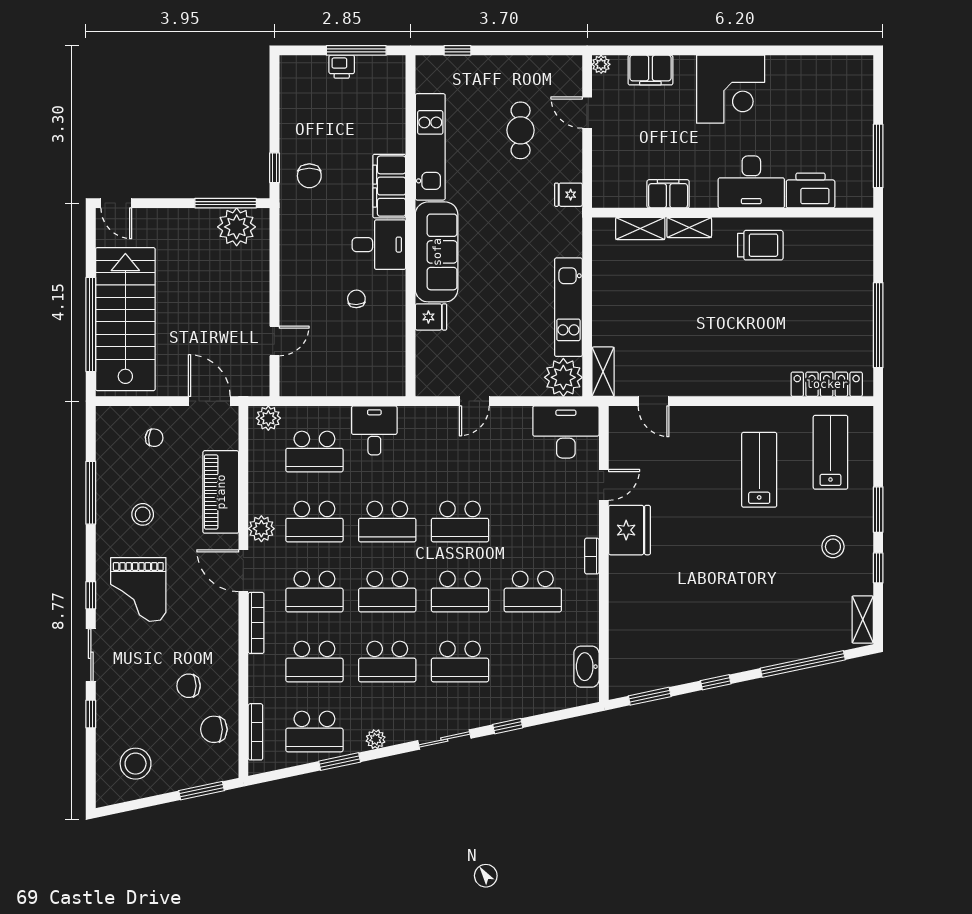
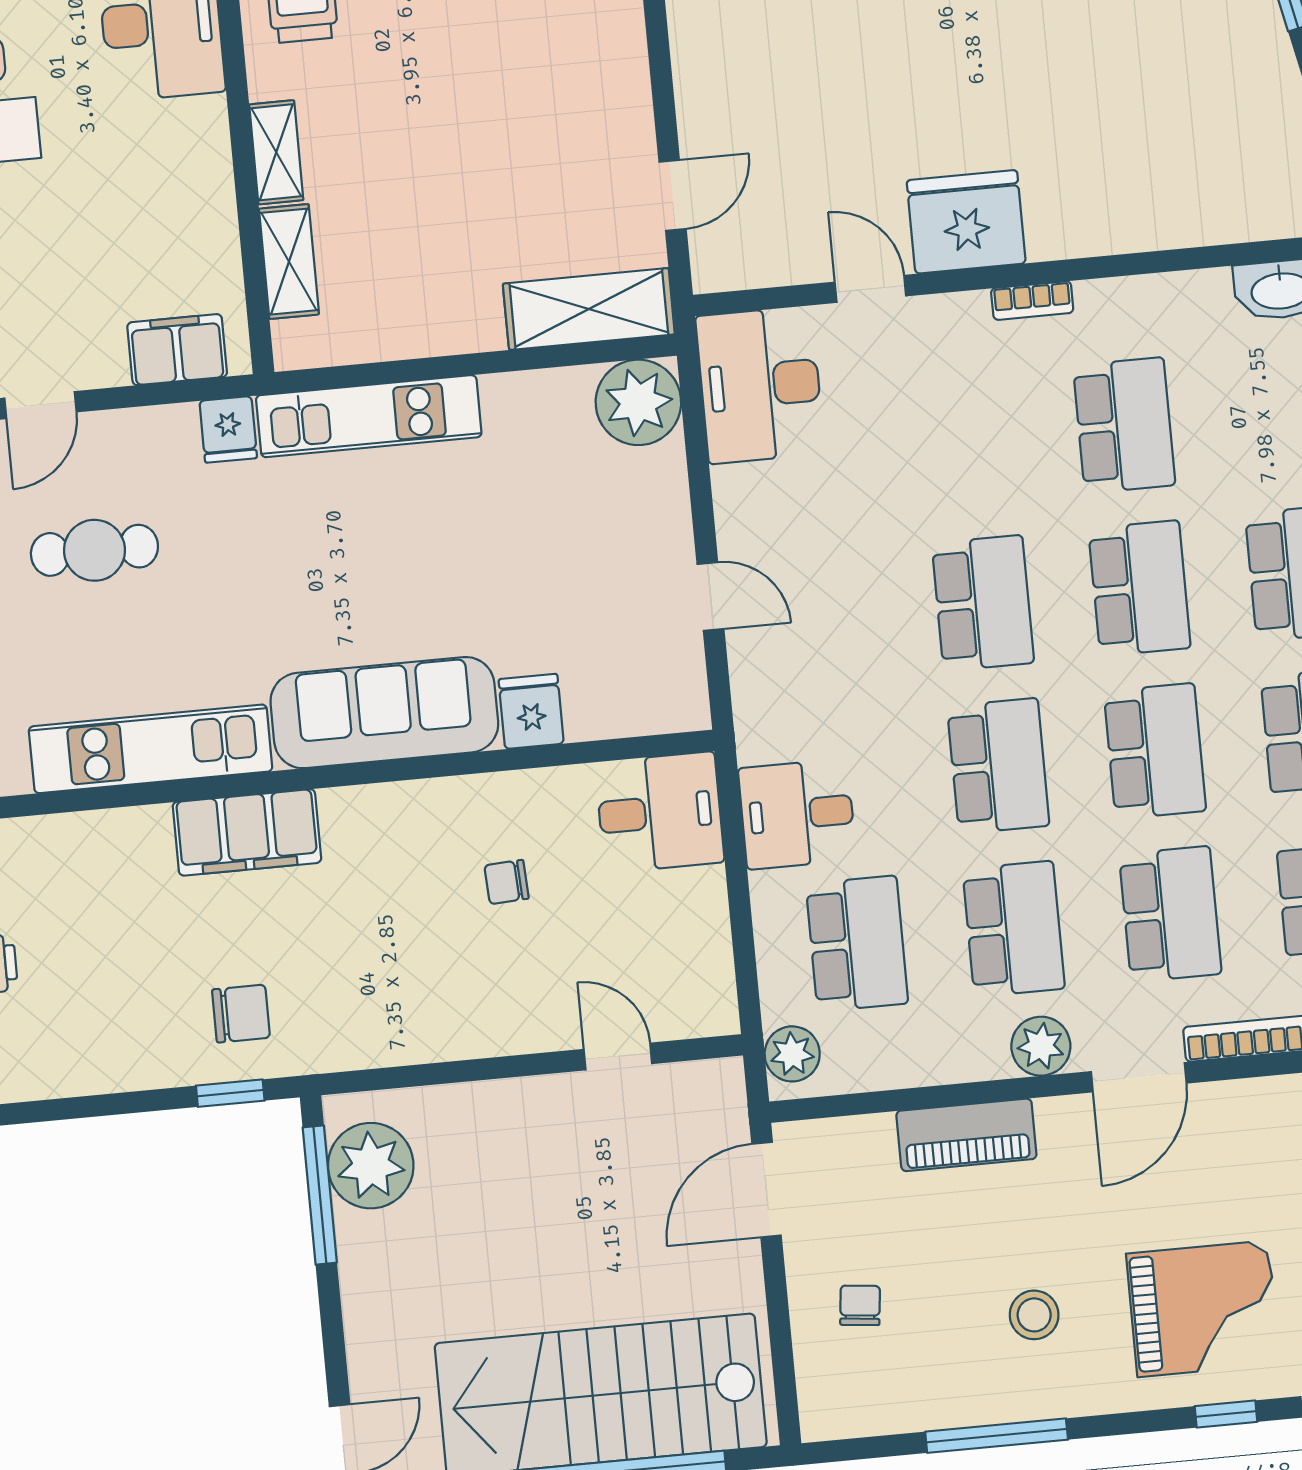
filing cabinet: (668, 194) -> (177, 350), moved, turned 90
desk: (379, 245) -> (660, 812), moved, turned 90
kitchen unit: (568, 307) -> (369, 416), moved
shelving: (603, 372) -> (589, 309), width x1.50, depth x1.33
piano: (221, 492) -> (966, 1135), width x0.73, depth x0.75

